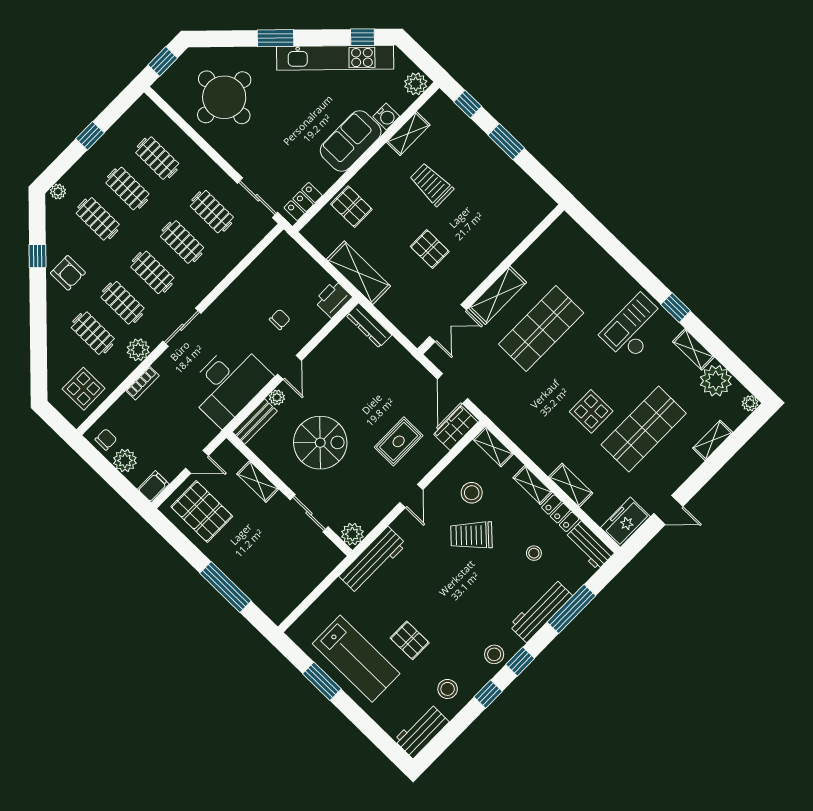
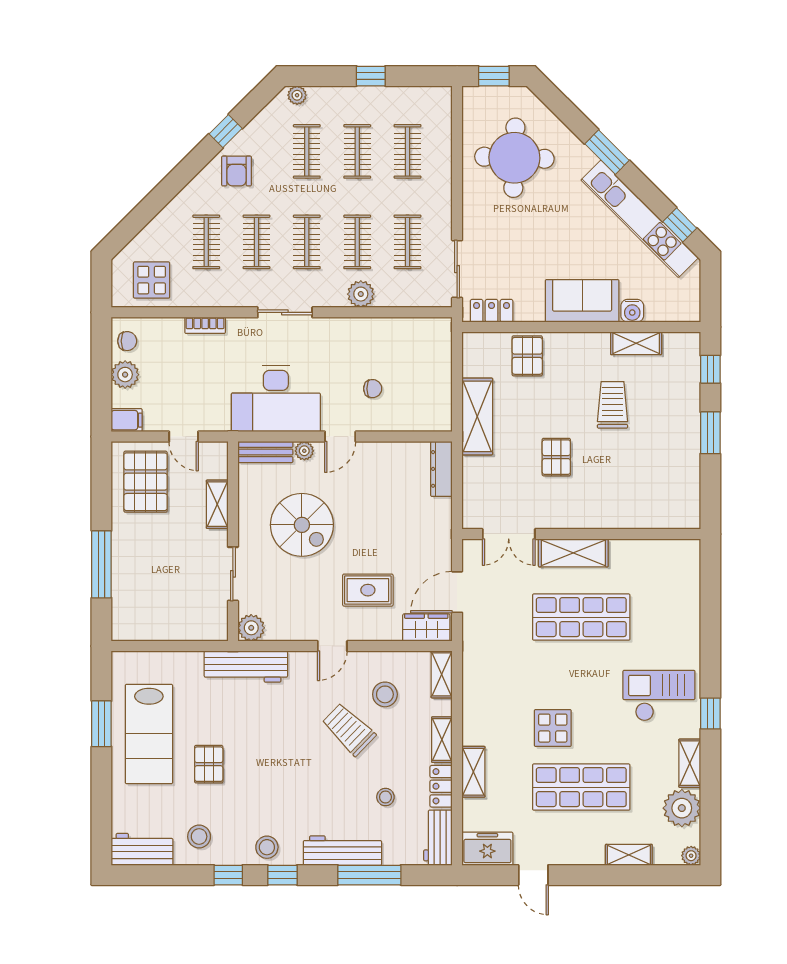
plant: (416, 84) -> (684, 309), removed
printer: (333, 299) -> (434, 417), removed
plant: (138, 350) -> (361, 294), moved

